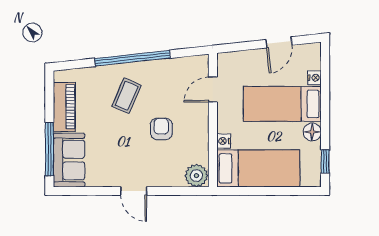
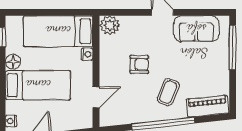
nightstand: (315, 78) -> (11, 121), moved
piano: (64, 107) -> (208, 106), moved, turned 84
armchair: (161, 129) -> (139, 64), turned -90
sofa: (69, 160) -> (196, 29), moved, turned -90

